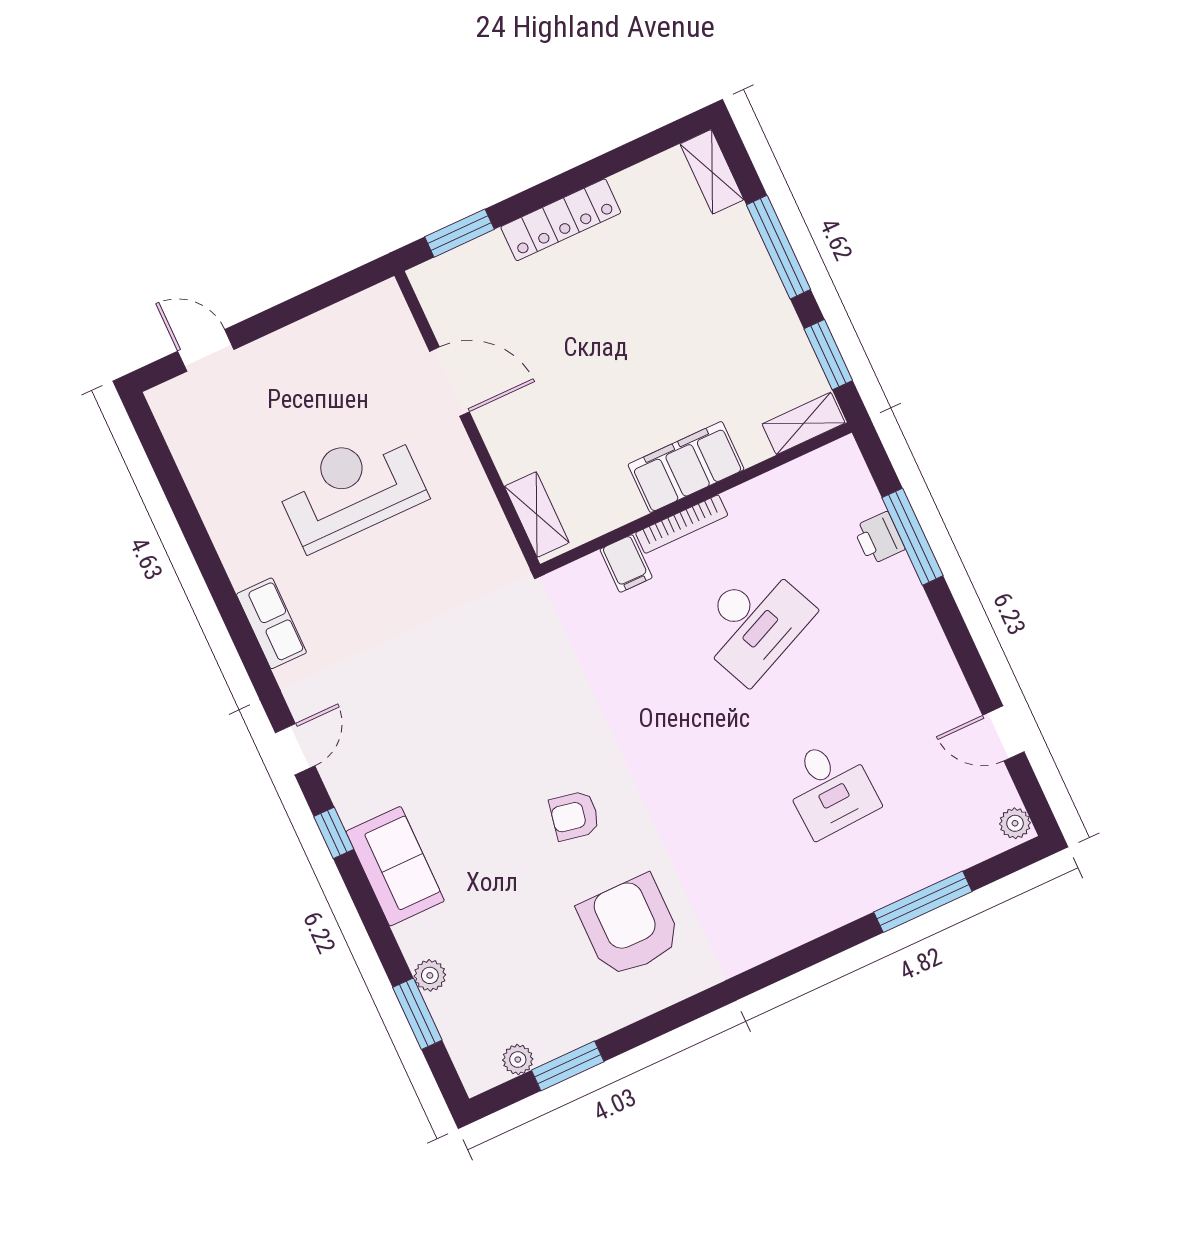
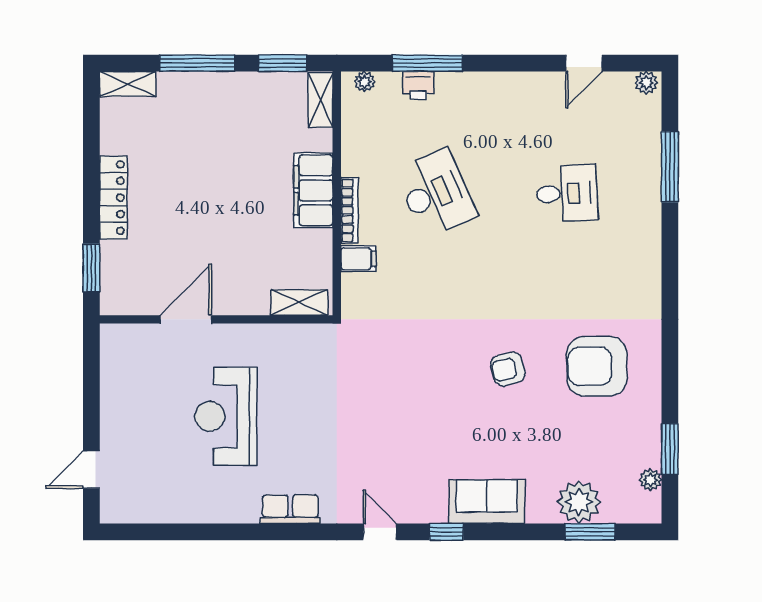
plant: (852, 468) -> (365, 82), added
armchair: (574, 816) -> (508, 369), turned 66
plant: (430, 975) -> (579, 502), width x1.88, depth x1.88

